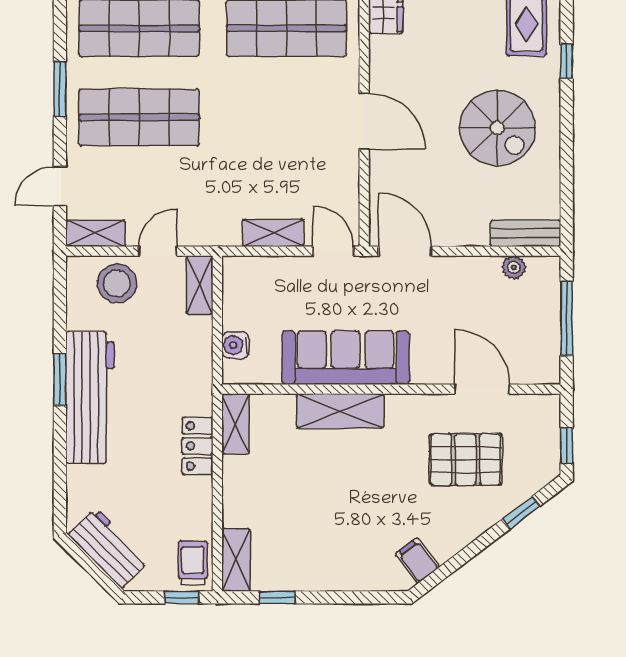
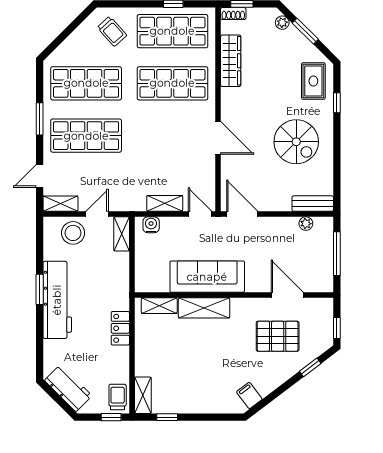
water cooler: (235, 345) -> (151, 225), moved, turned 90
shelving: (235, 424) -> (159, 306), moved, turned 90

